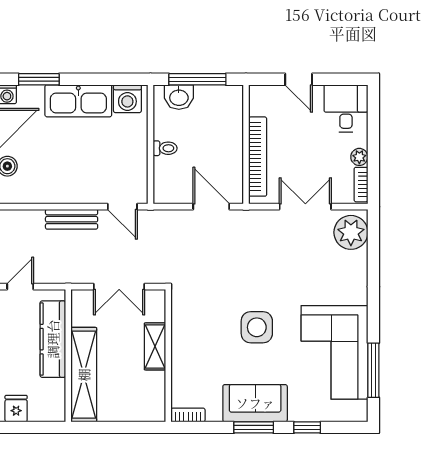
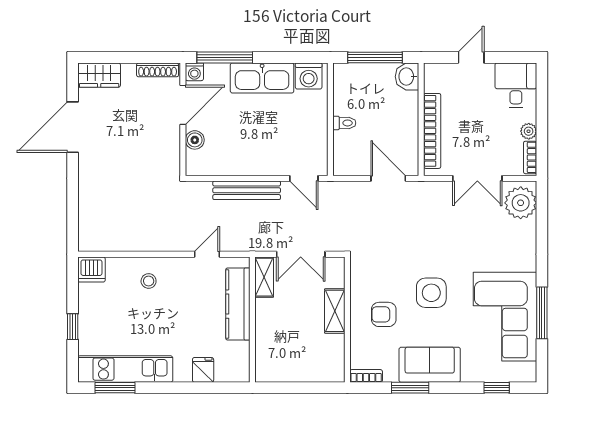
window: (39, 79) -> (225, 58), width x1.44
door: (299, 79) -> (471, 58), swing flipped
washbasin: (179, 97) -> (407, 77), moved, turned 90
double door: (305, 207) -> (477, 178), swing flipped
bench: (72, 219) -> (247, 190), width x1.36
armchair: (207, 350) -> (384, 314), added
window: (373, 370) -> (542, 313), moved
shelving: (84, 375) -> (264, 277), moved, width x0.45, depth x0.75
window: (254, 427) -> (410, 388), moved
window: (307, 427) -> (497, 388), moved

